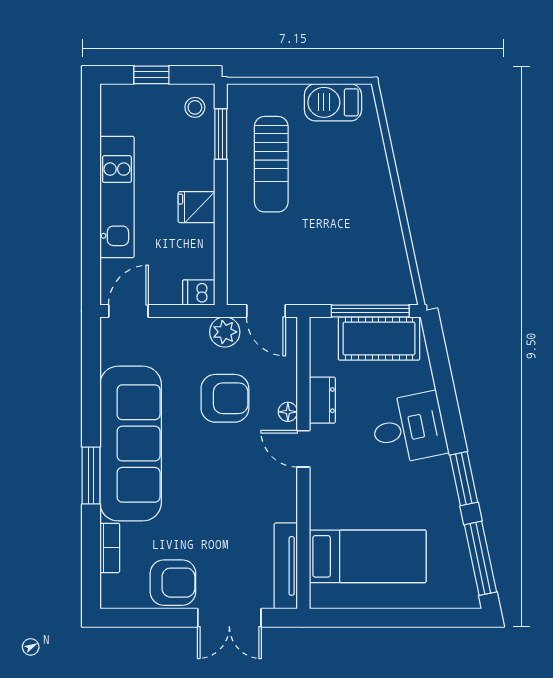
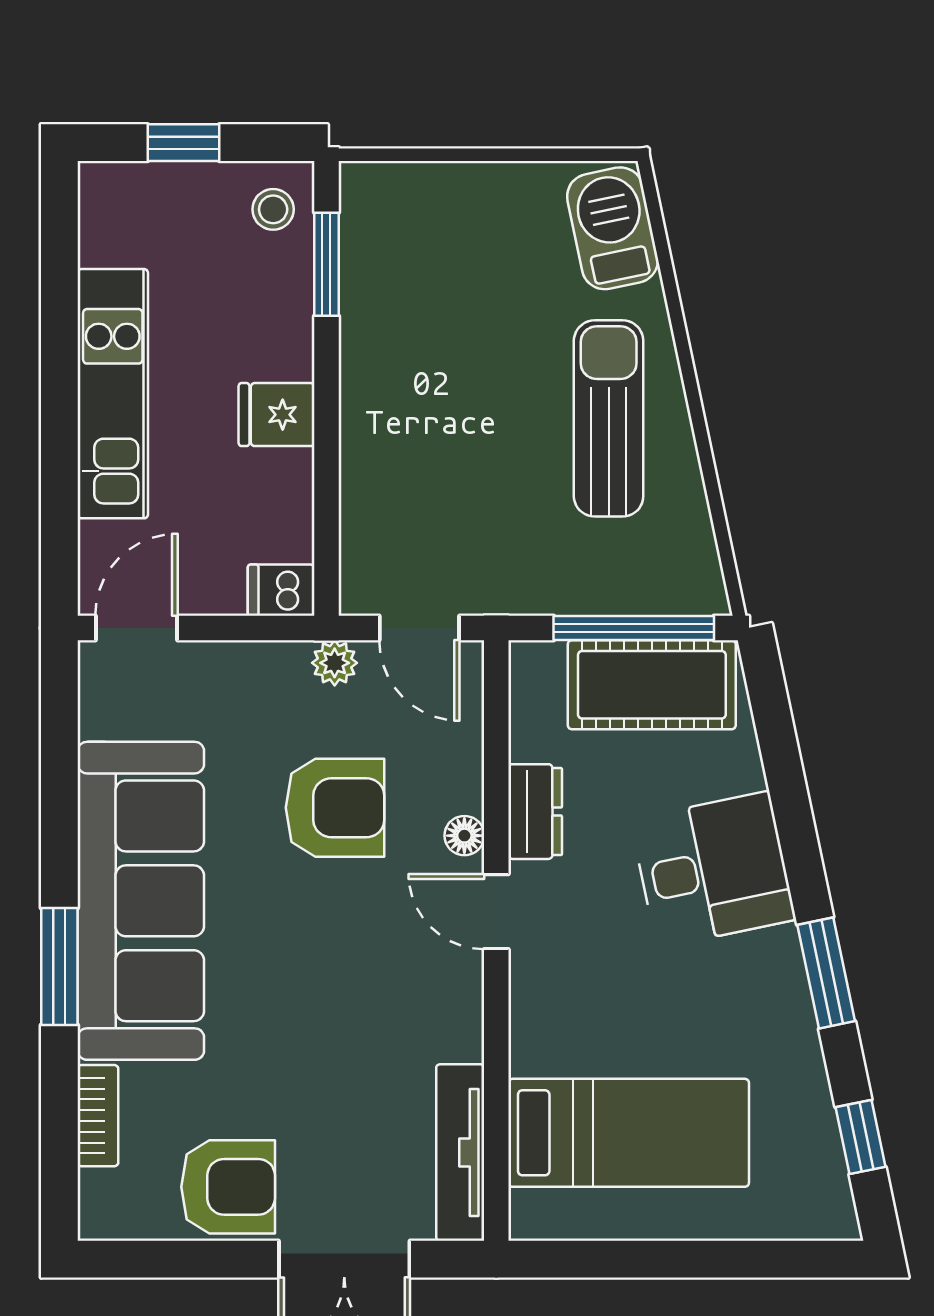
barbecue: (333, 102) -> (613, 228), moved, turned 78
sun lounger: (271, 164) -> (609, 418), moved, turned 180
plant: (225, 332) -> (335, 663), width x0.73, depth x0.73
window: (480, 558) -> (861, 1137), width x0.46

